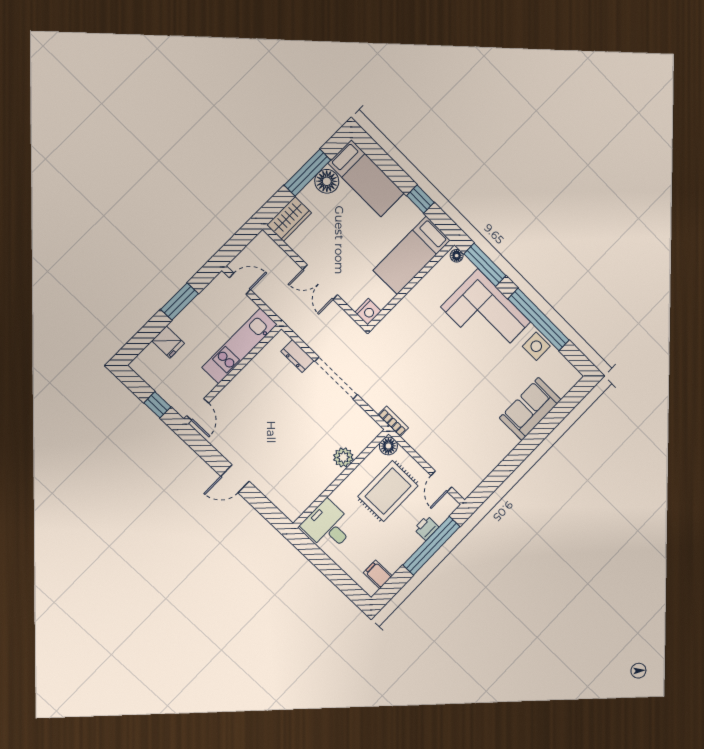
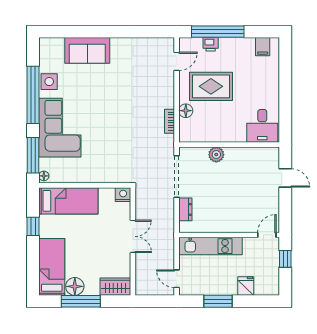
plant: (343, 457) -> (216, 155), moved
wall: (341, 478) -> (229, 145), moved
desk: (328, 526) -> (262, 126), moved

